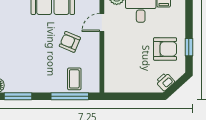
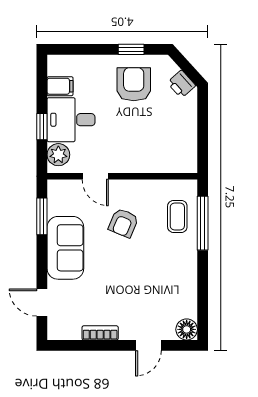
coffee table: (74, 79) -> (177, 216), turned 90
window: (18, 96) -> (203, 299), removed

